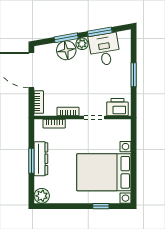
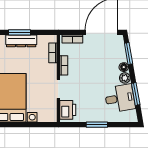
window: (66, 38) -> (129, 54), moved
floor lamp: (66, 50) -> (124, 67), width x0.53, depth x0.53

